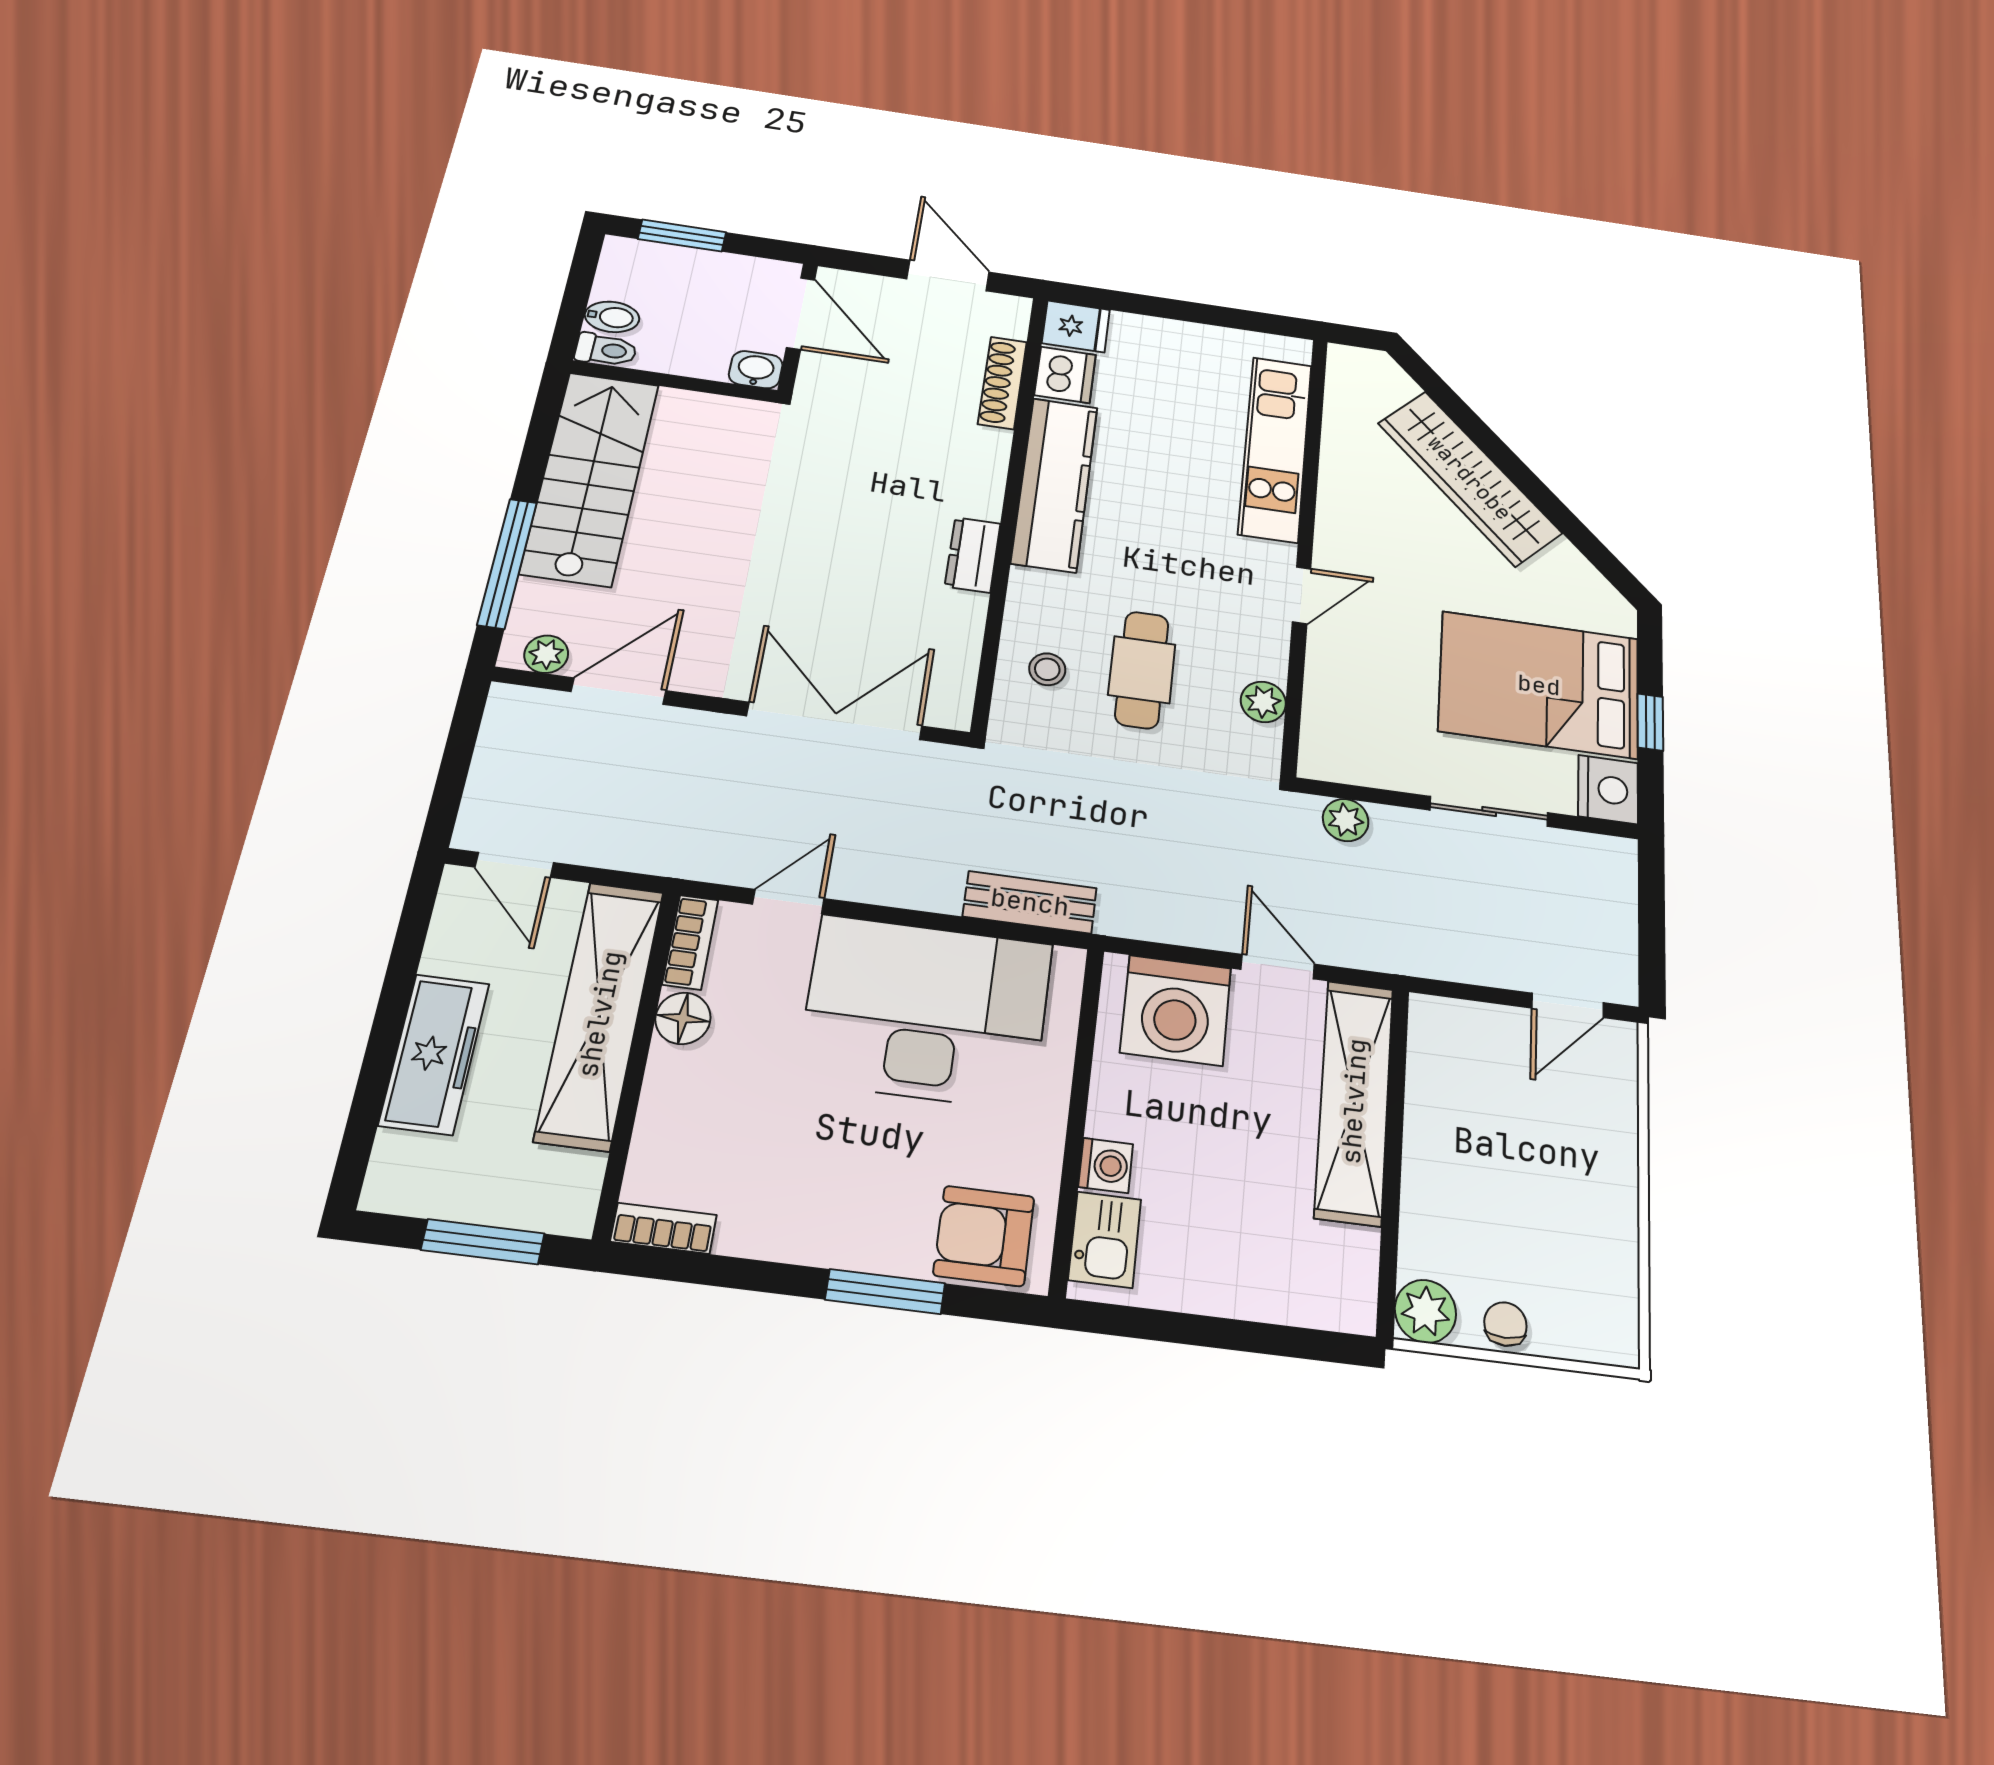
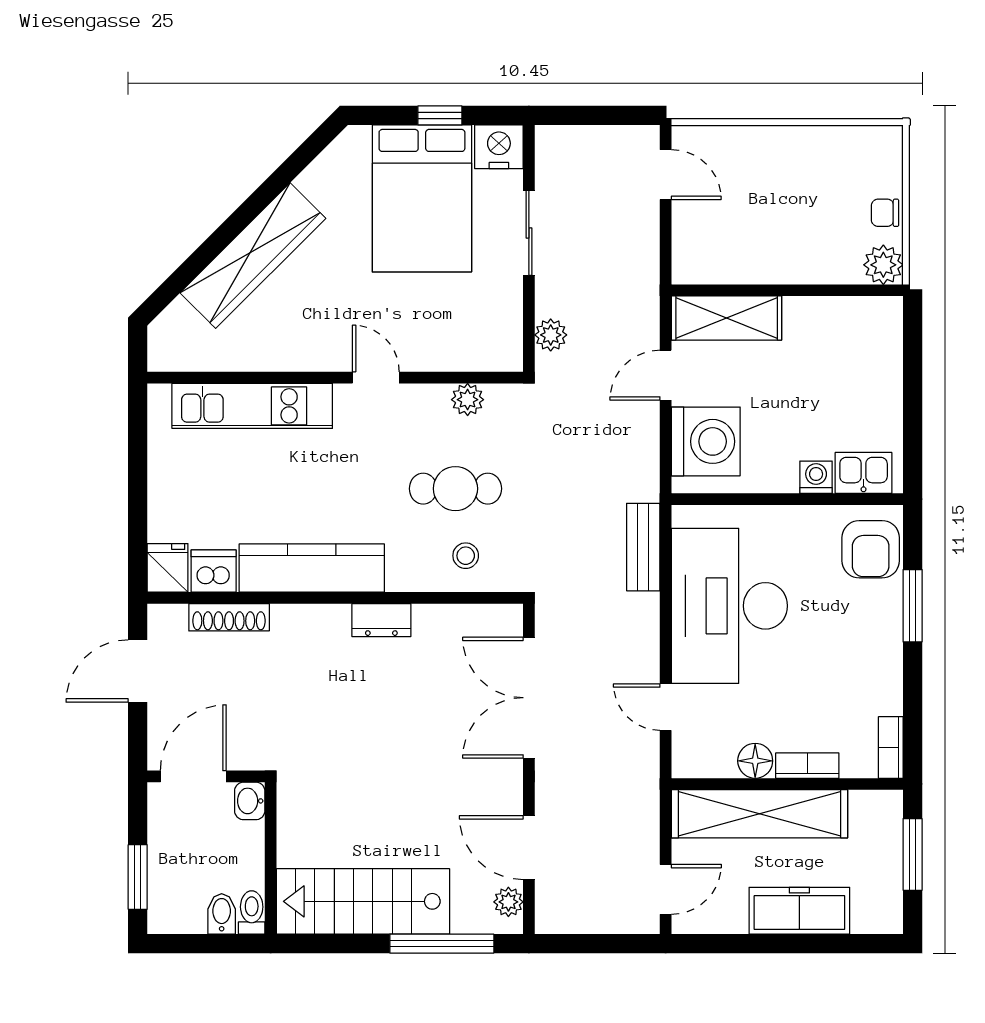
bookcase: (690, 942) -> (807, 766), moved
shelving: (1354, 1101) -> (727, 318), width x0.68

